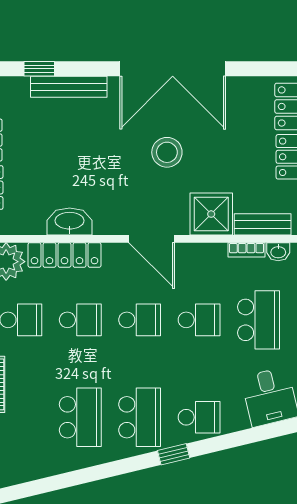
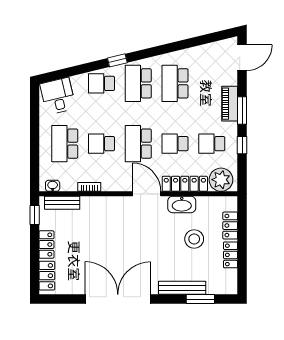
window: (39, 69) -> (200, 299), width x1.50
stool: (167, 152) -> (194, 239), moved
shower: (211, 214) -> (94, 209), removed
door: (152, 239) -> (147, 194), moved
bookcase: (247, 250) -> (89, 187), moved
school desk: (140, 320) -> (138, 144), width x1.85

